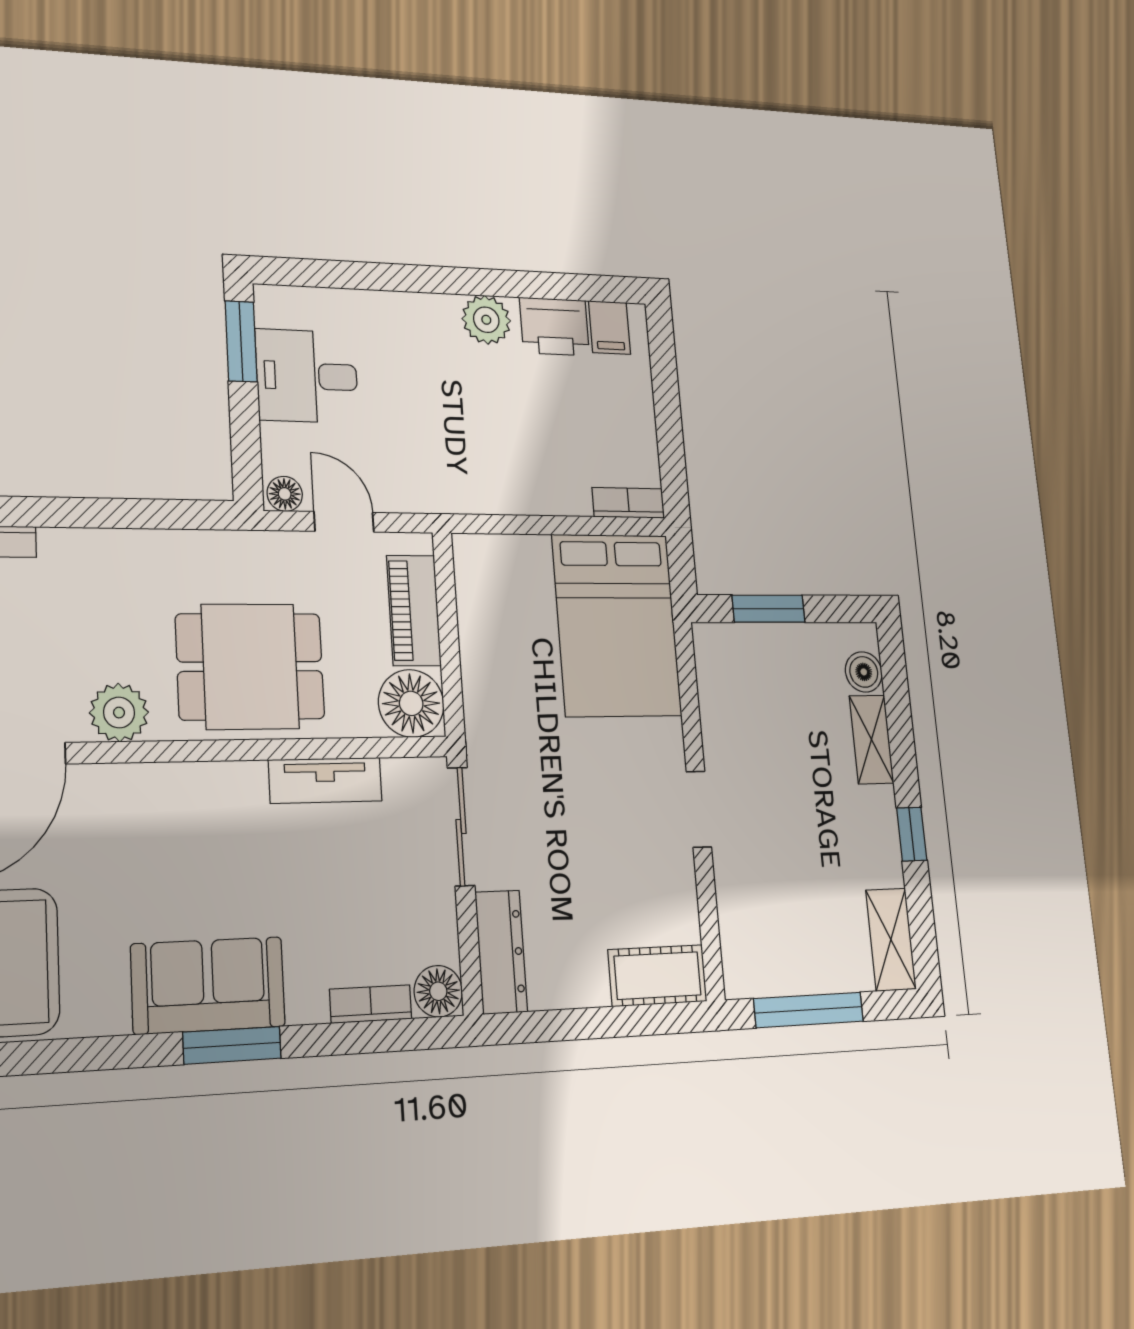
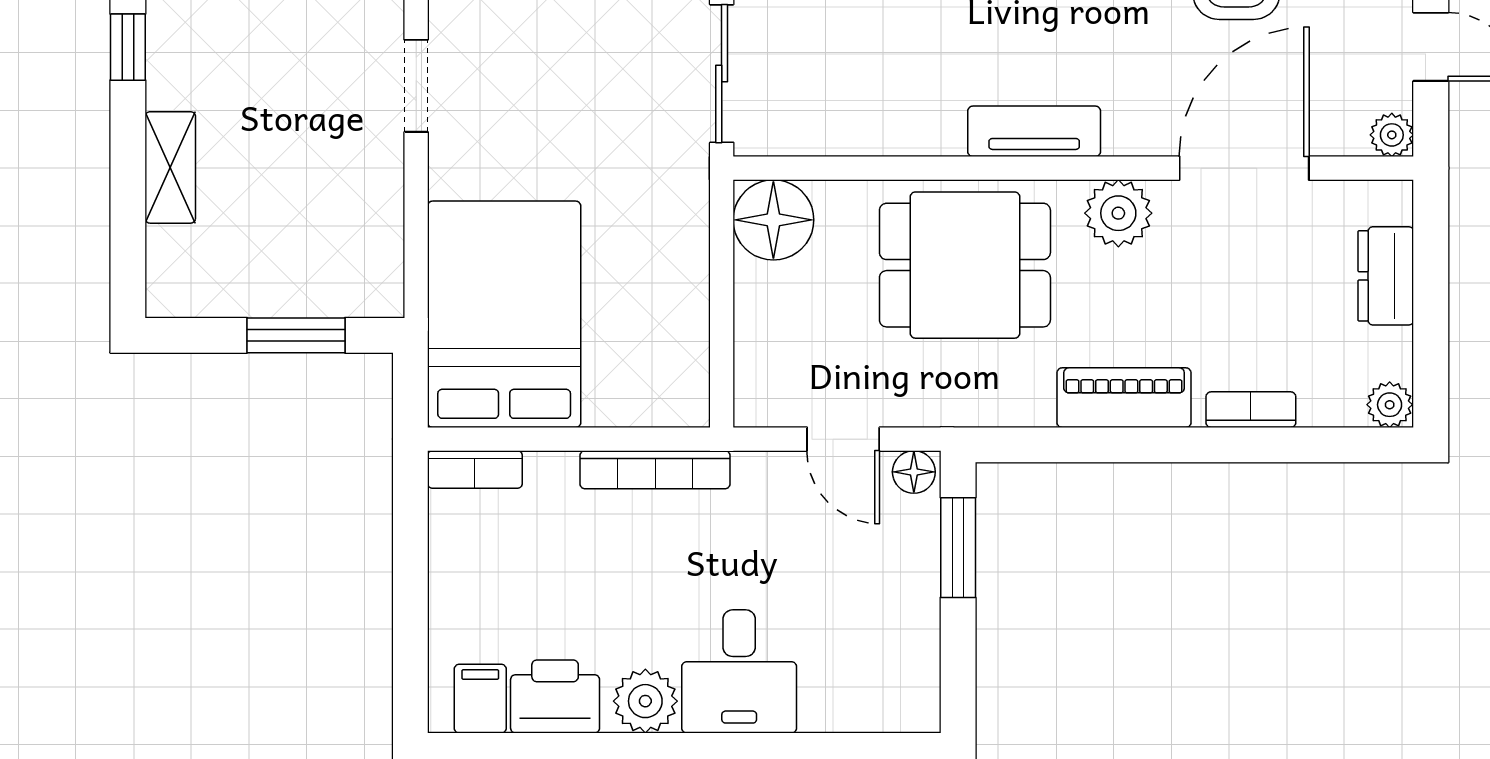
window: (241, 341) -> (958, 548), moved
desk: (307, 376) -> (739, 671), moved, turned 90
bookcase: (492, 500) -> (655, 470), added
piano: (414, 610) -> (1124, 398), moved, turned -90
boiler: (864, 672) -> (171, 254), removed
tv unit: (325, 780) -> (1034, 131), moved

